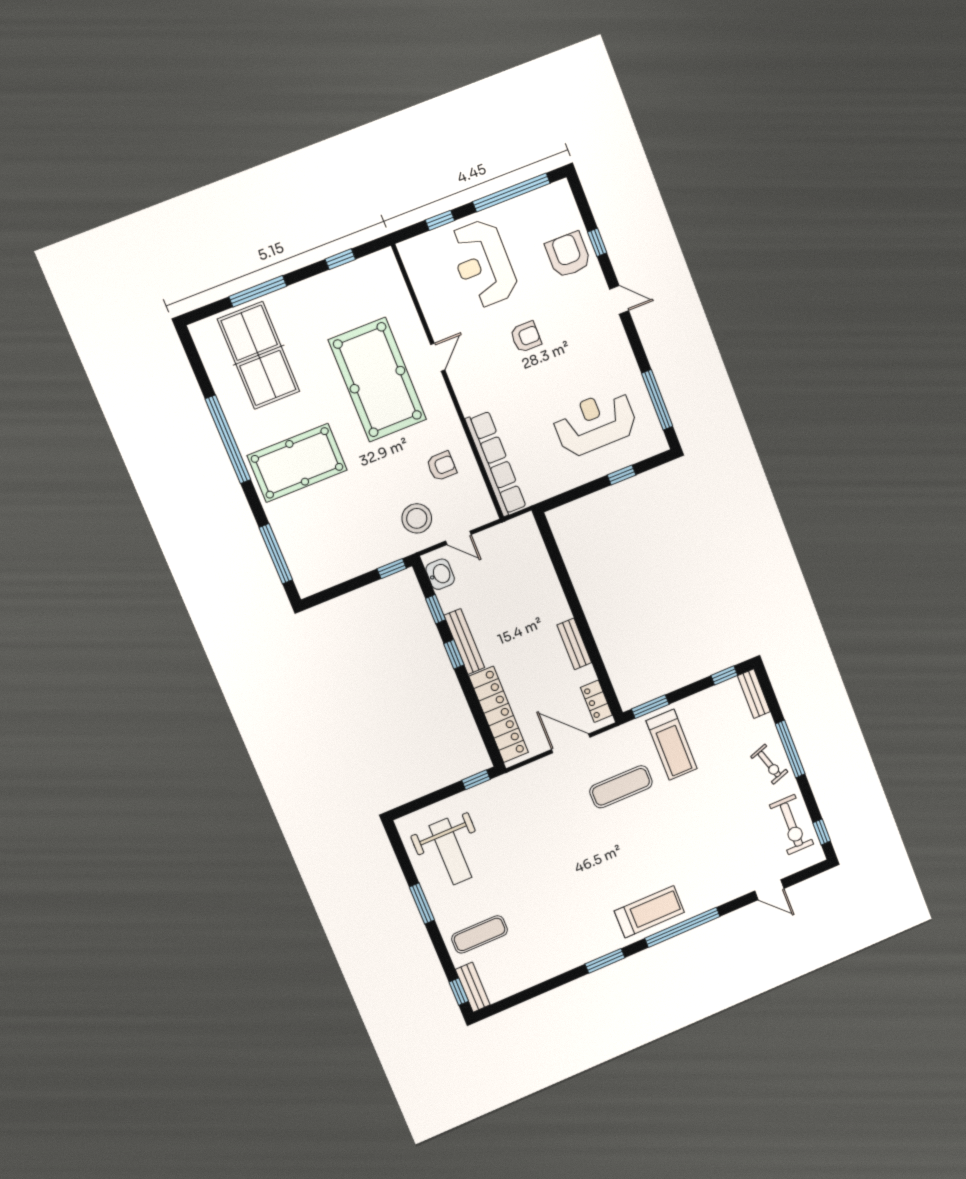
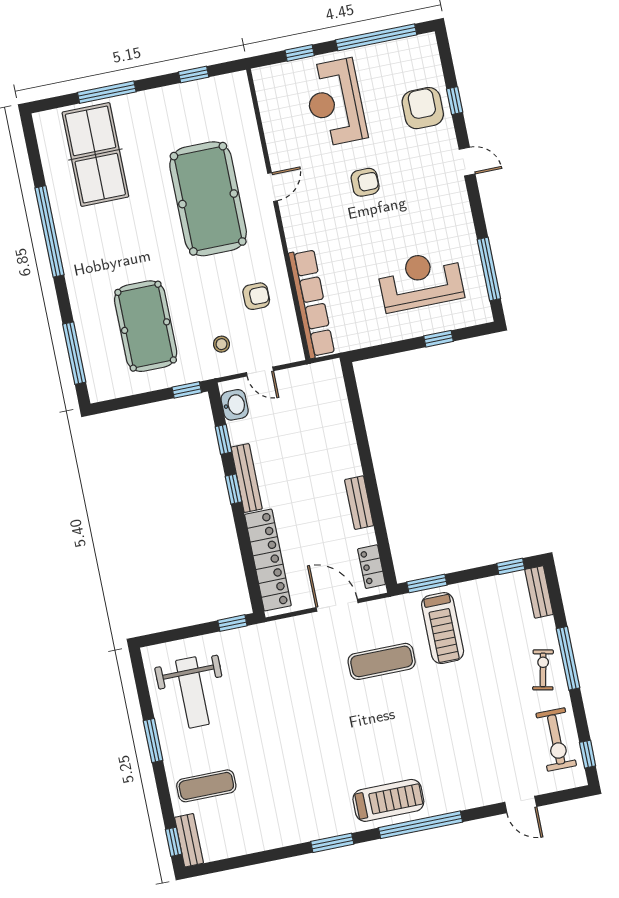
pool table: (297, 463) -> (146, 326), moved, turned 90
stool: (417, 518) -> (222, 344), width x0.53, depth x0.53
exercise bike: (769, 764) -> (543, 670), turned -150

